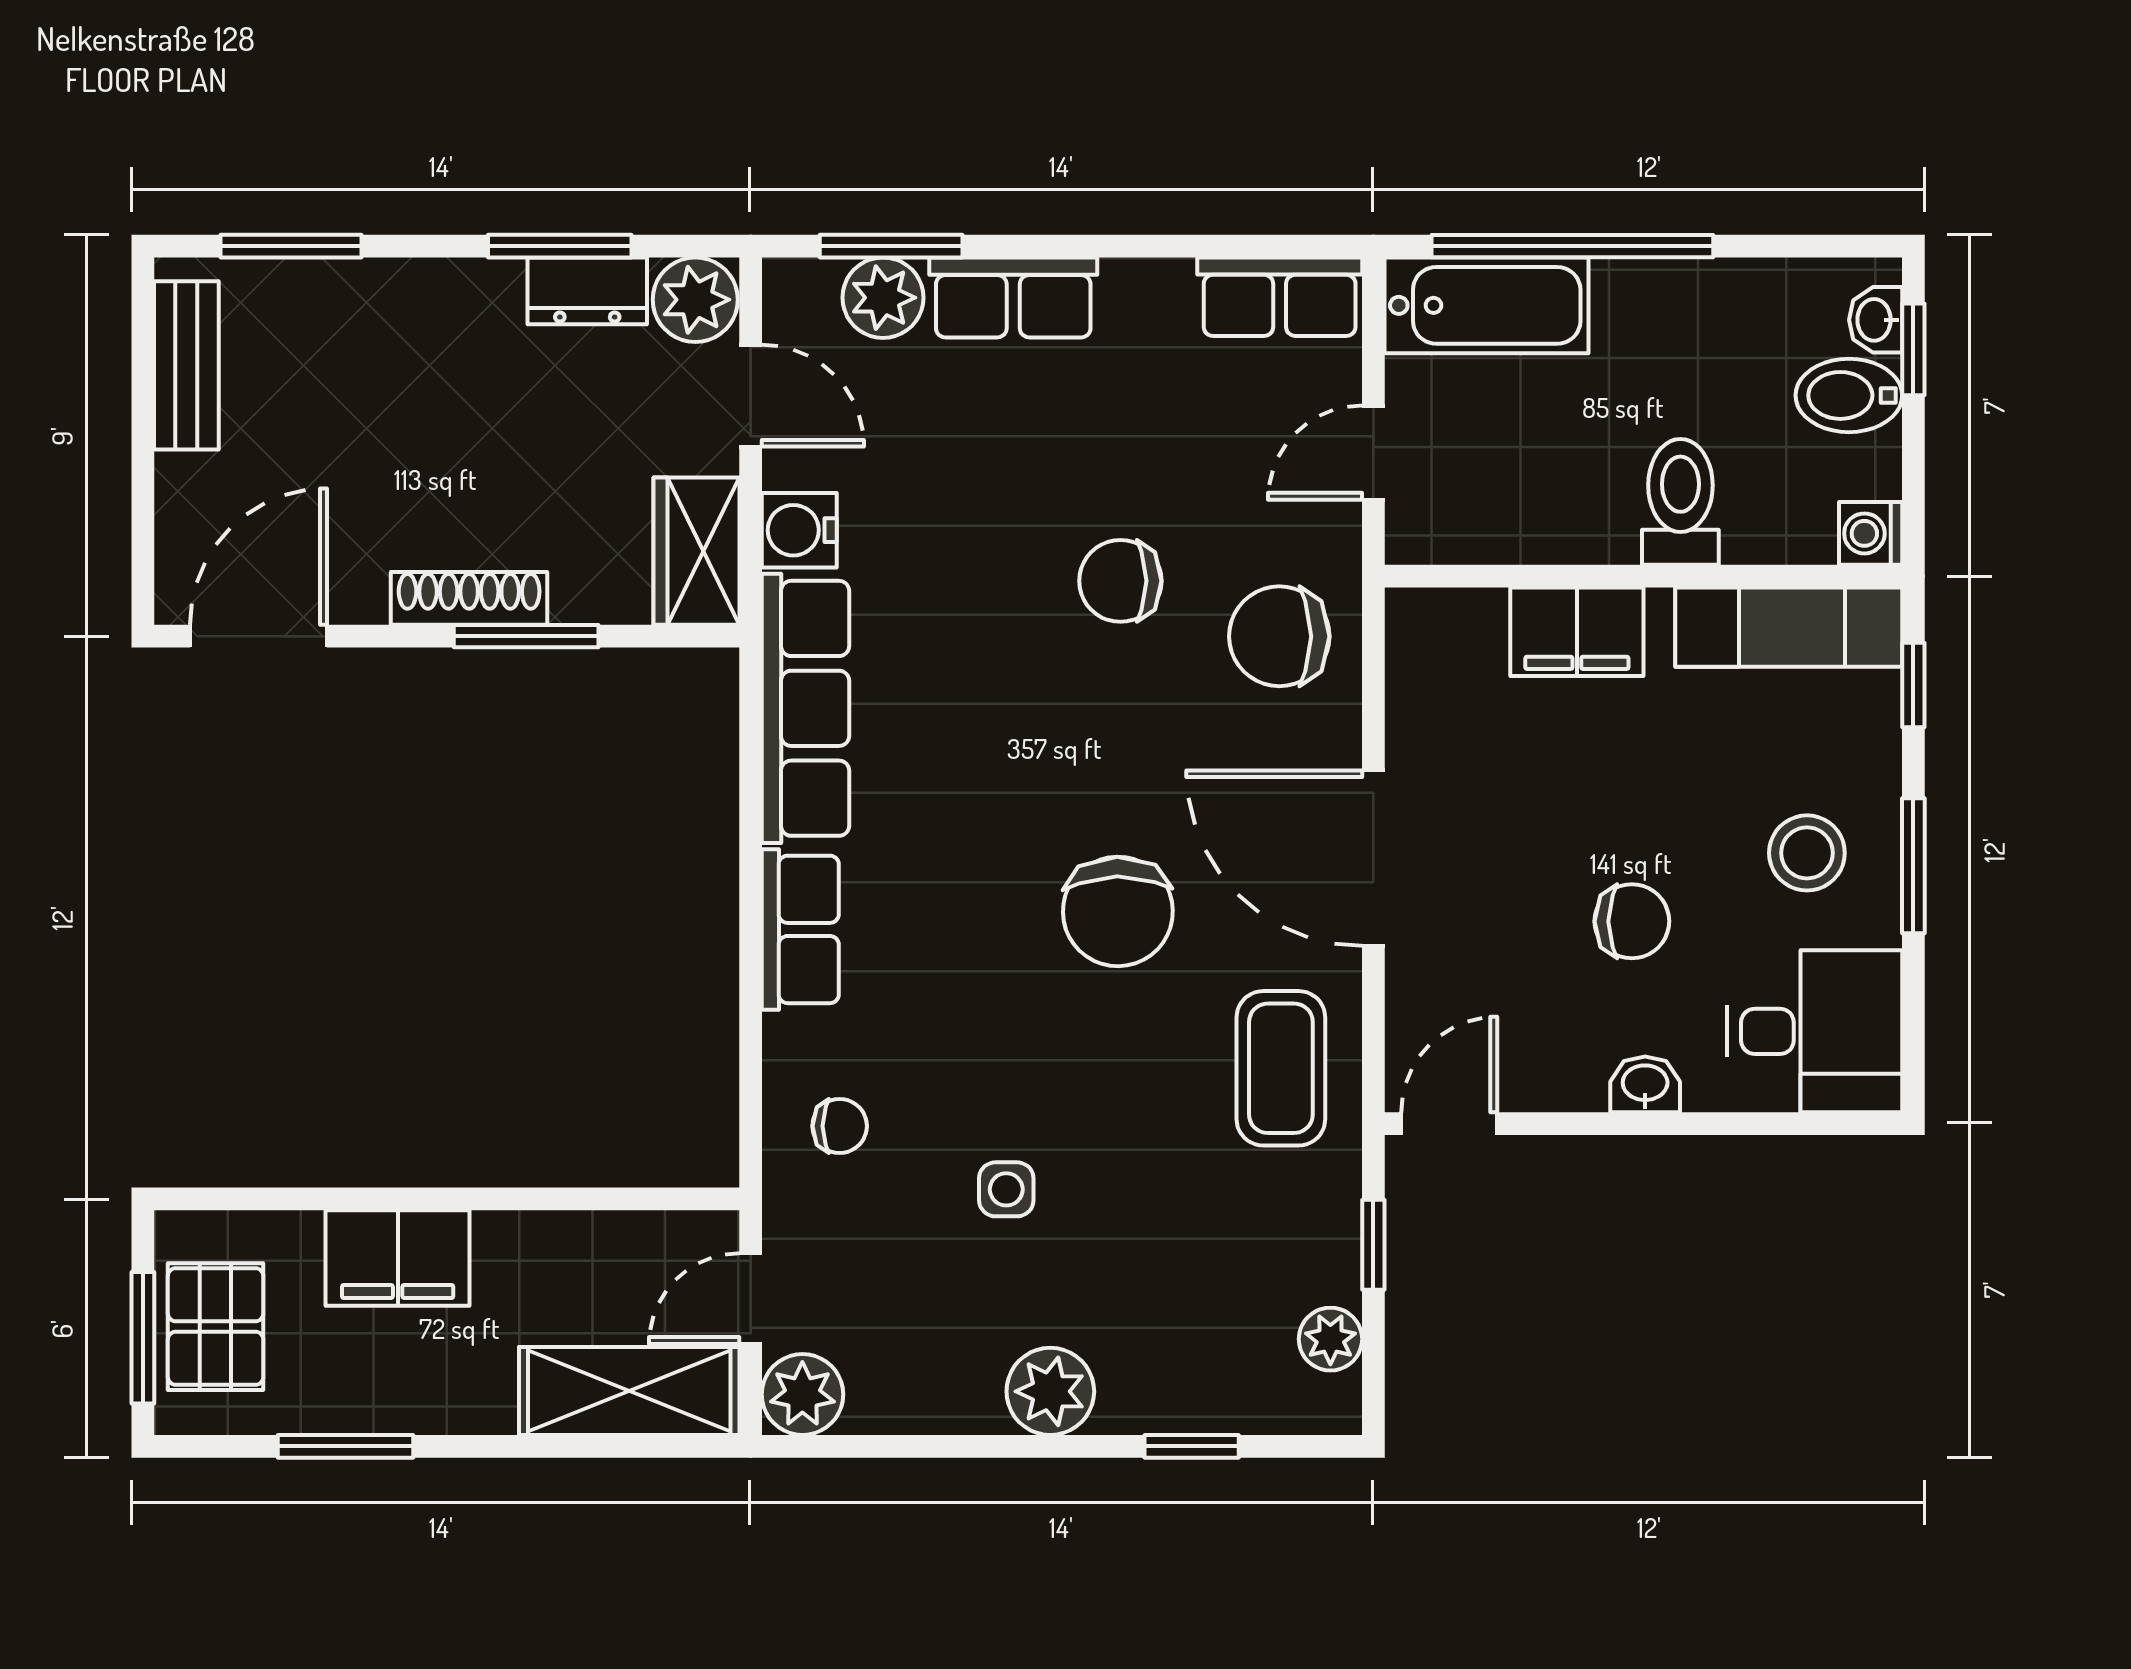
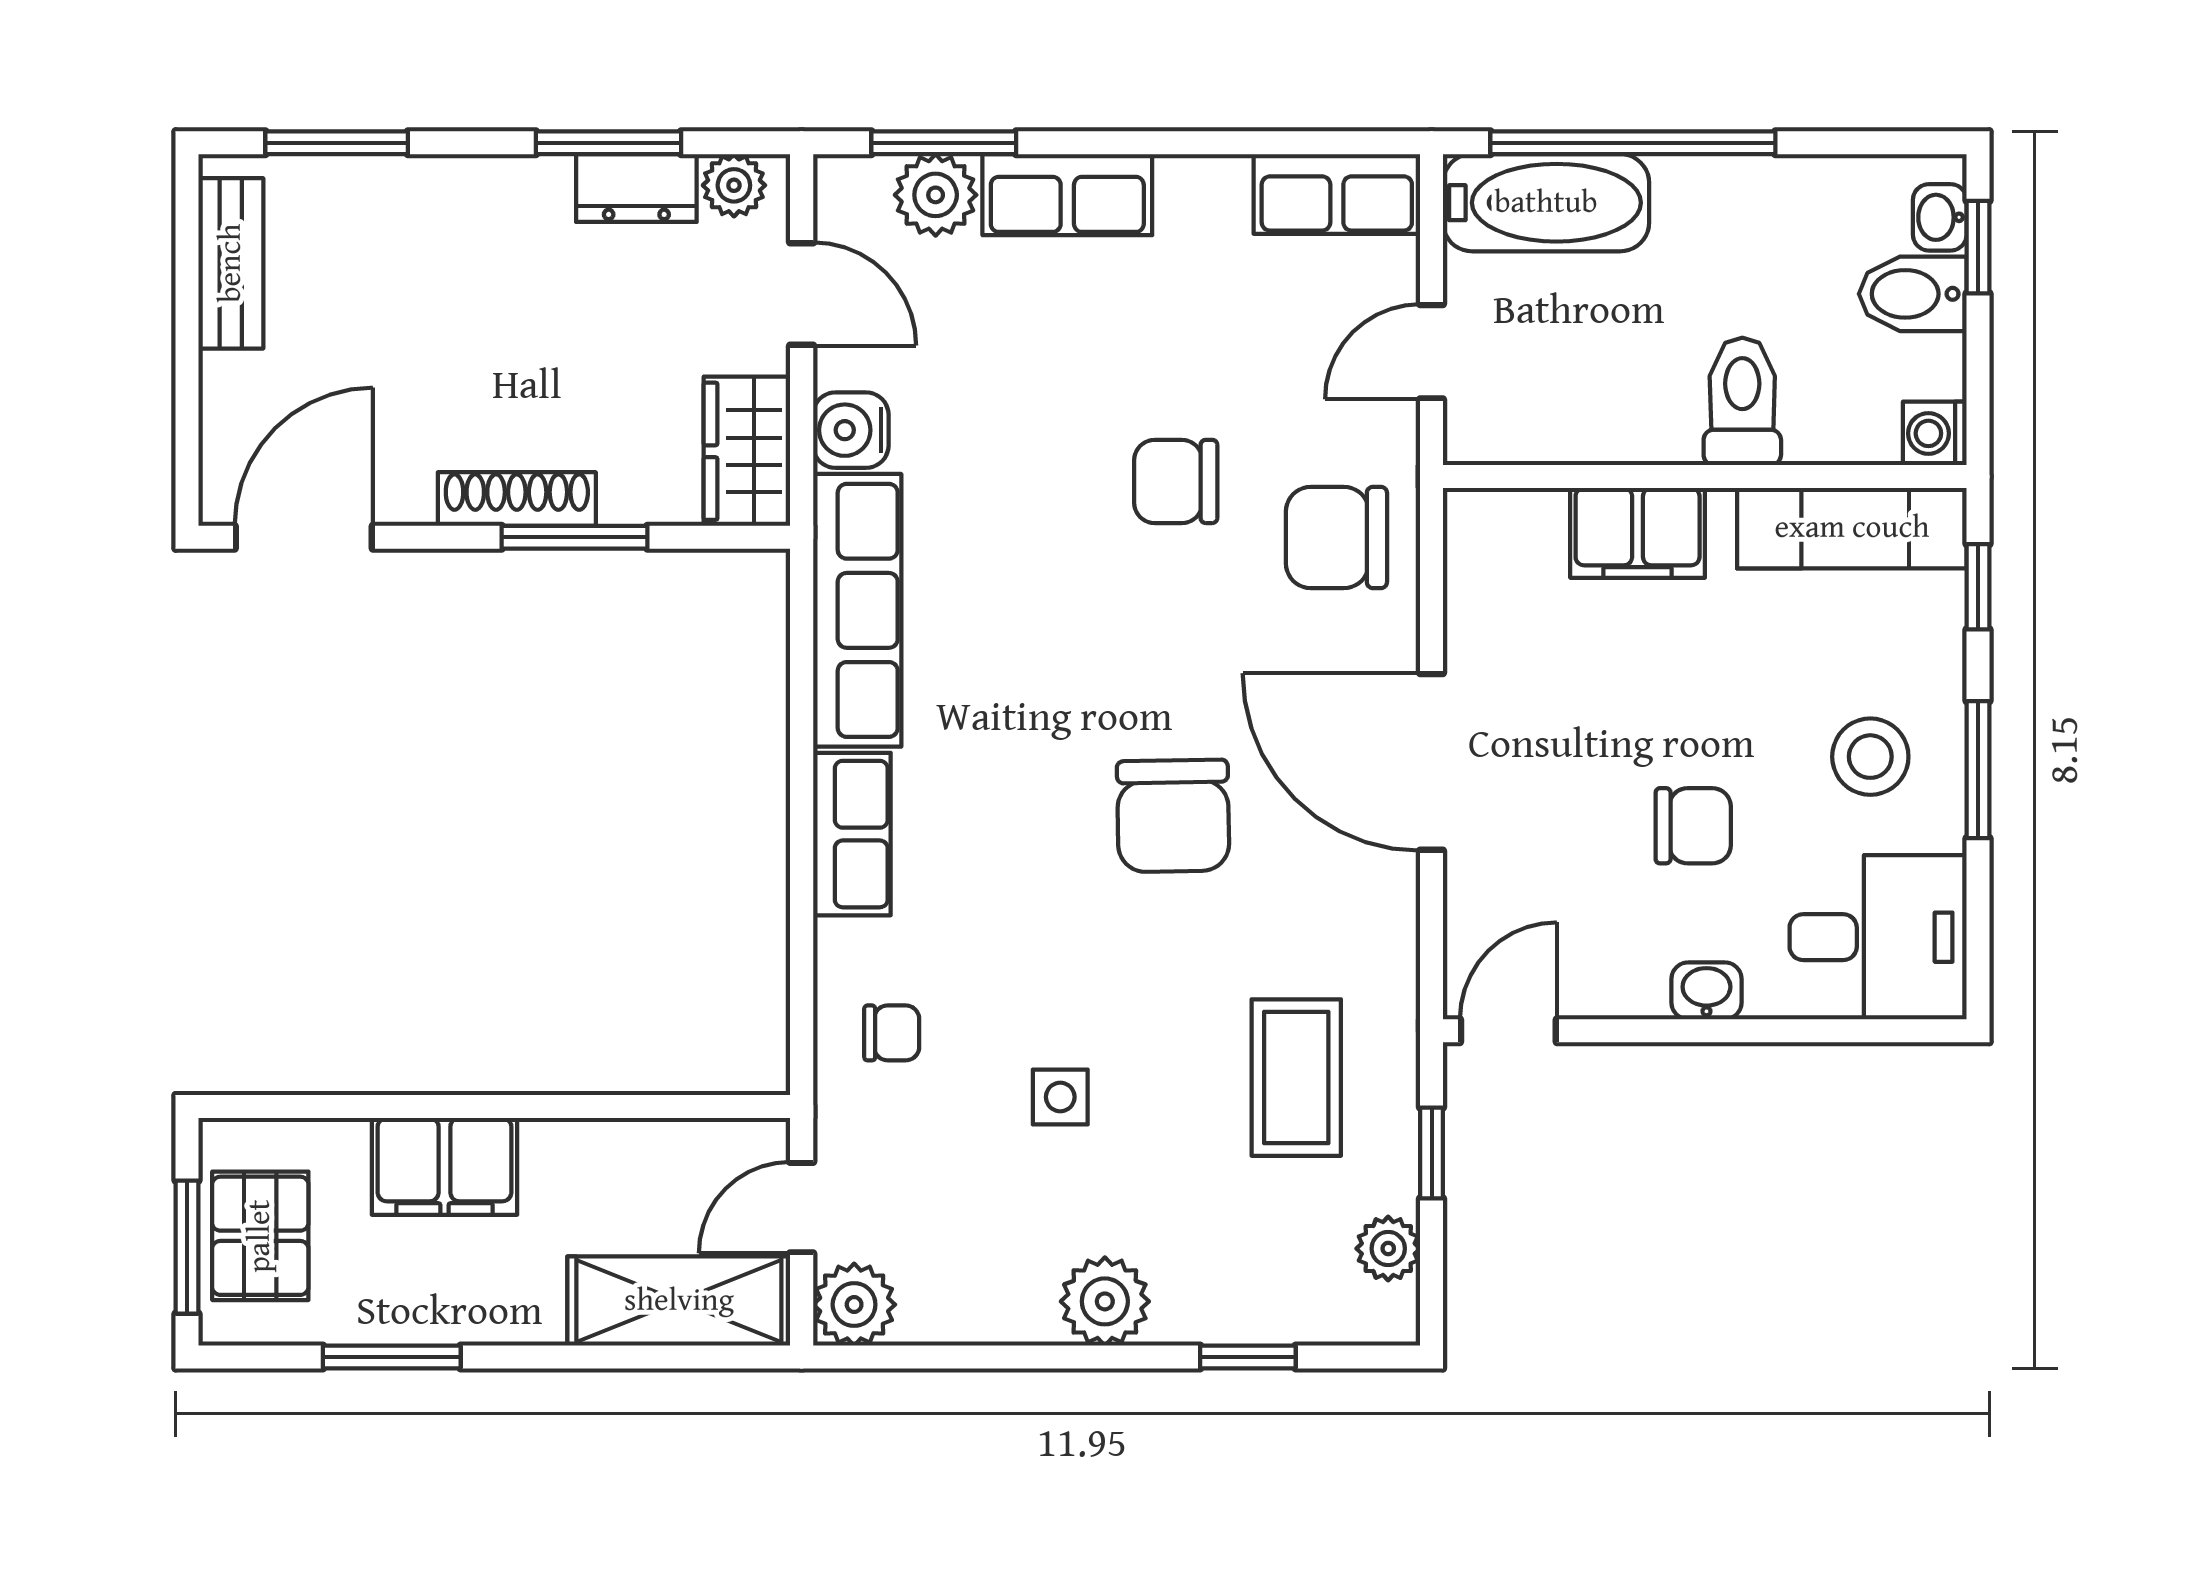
plant: (695, 300) -> (734, 185), width x0.73, depth x0.73
coffee table: (1281, 1068) -> (1296, 1078), moved

